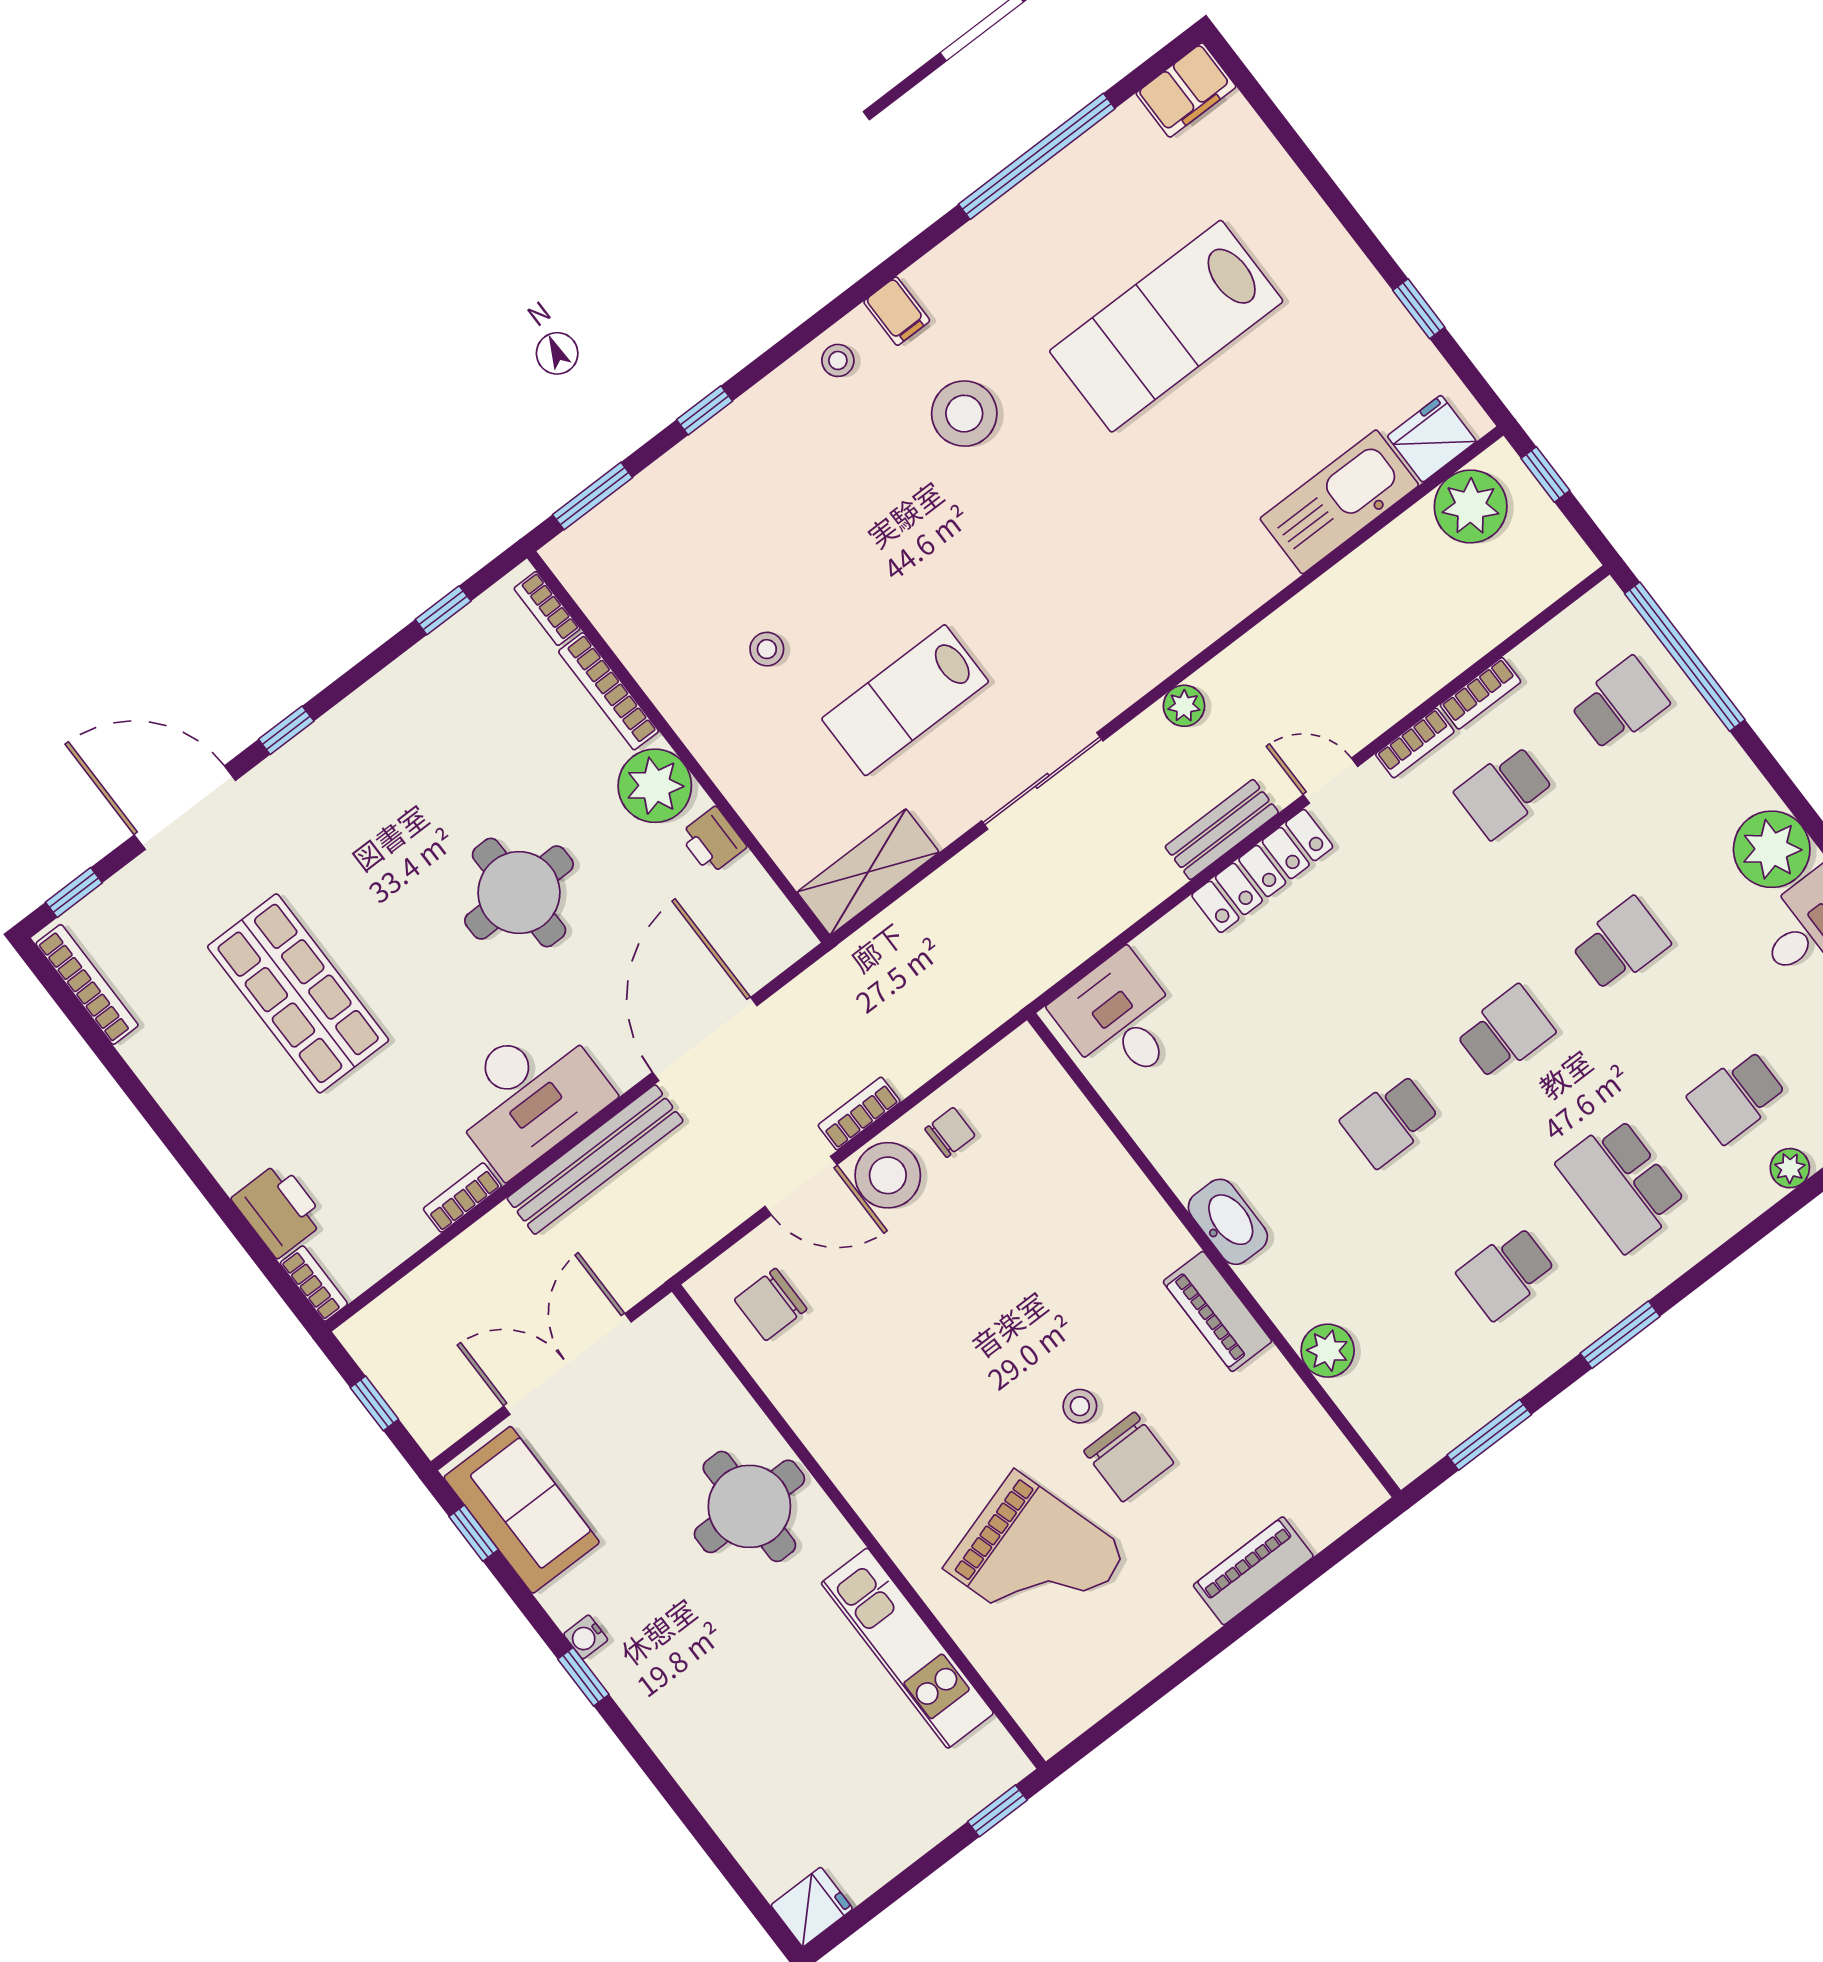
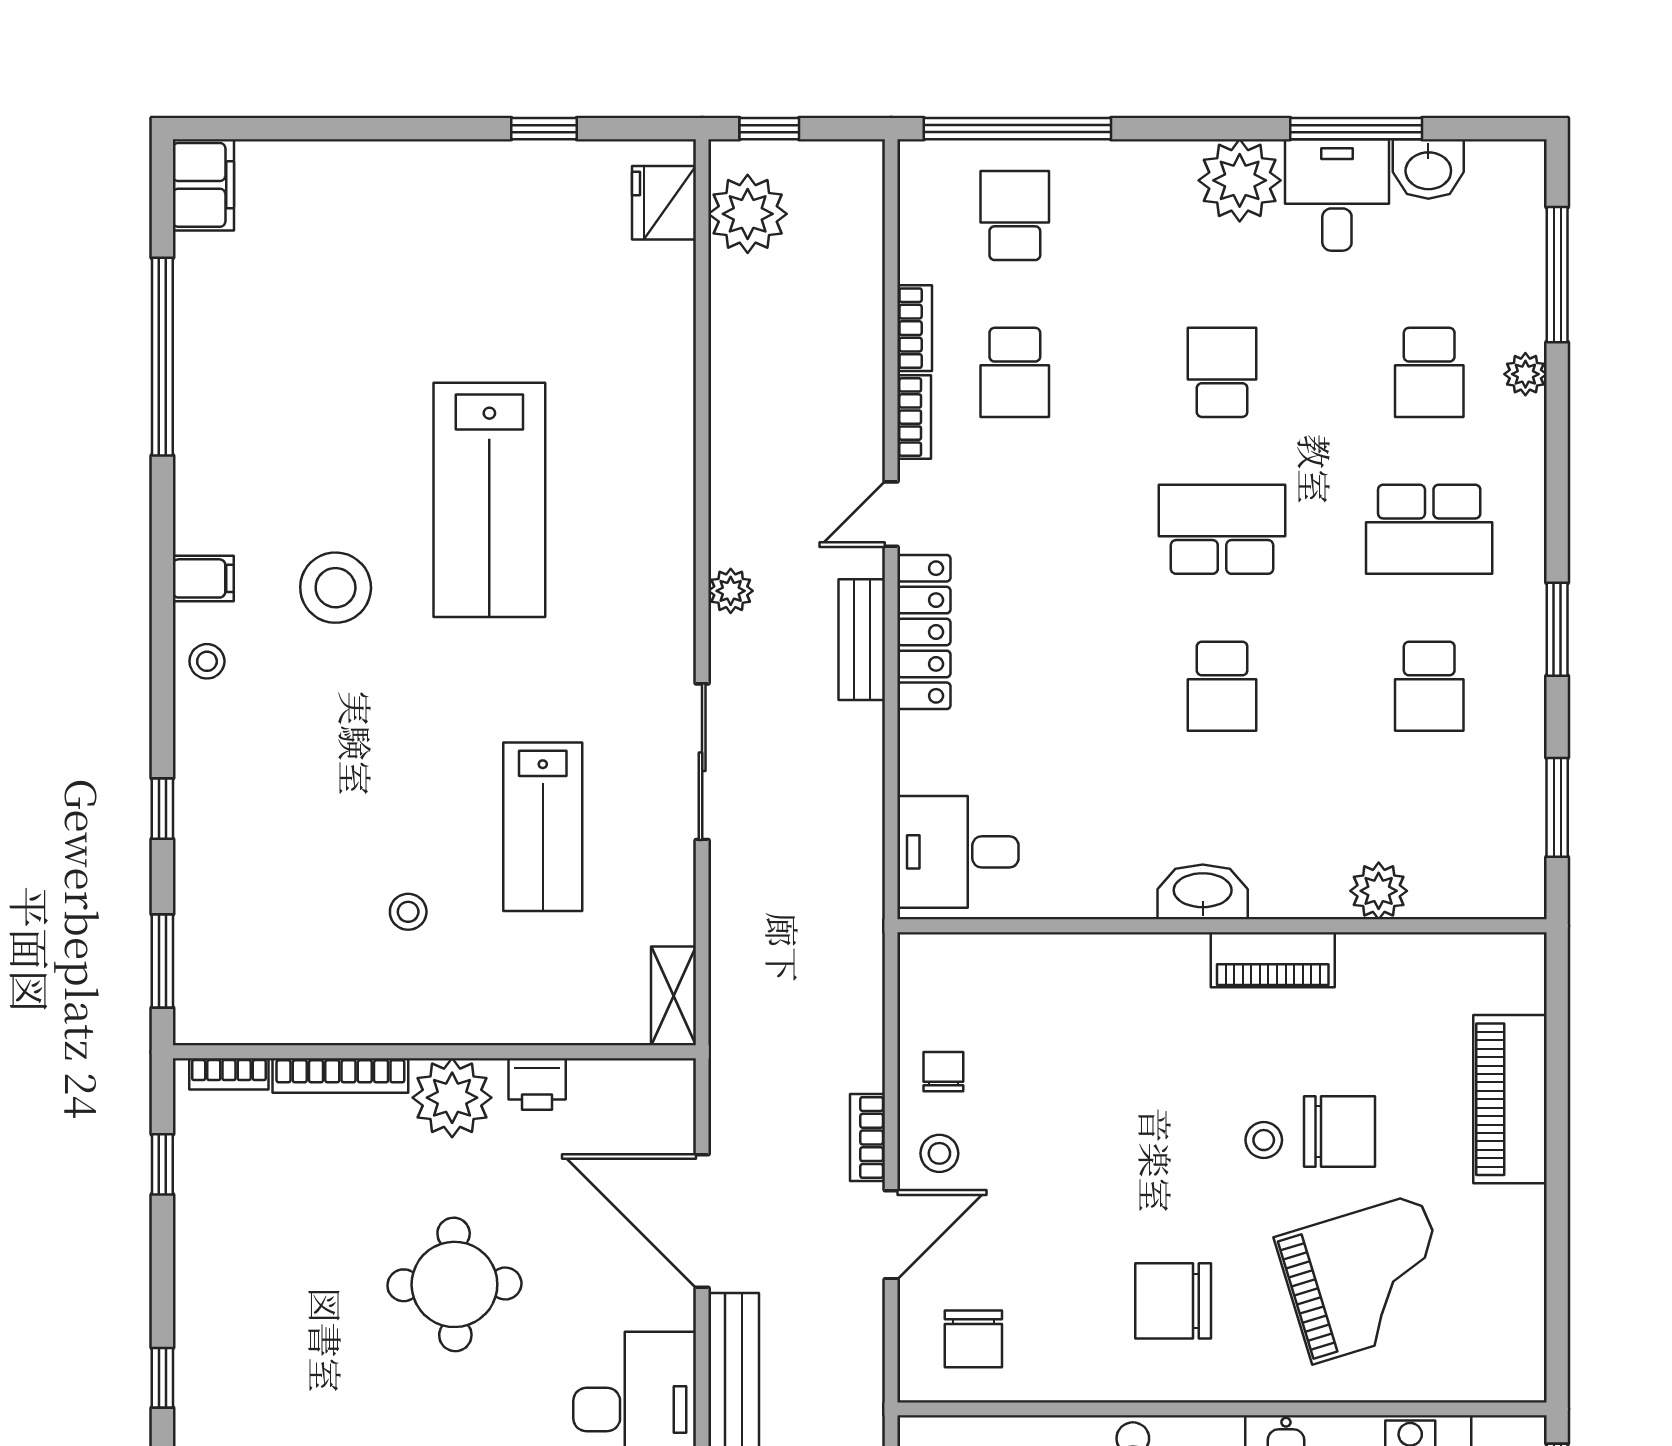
lab bench: (1166, 326) -> (489, 500), moved
kitchen sink: (1339, 502) -> (658, 324), removed
shelving: (868, 872) -> (674, 996), width x0.67, depth x0.75
school desk: (1505, 1032) -> (1222, 529), width x1.85
stool: (888, 1175) -> (939, 1153), width x0.53, depth x0.53
chair: (911, 1430) -> (1173, 1301), added
piano: (1253, 1571) -> (1510, 1099), width x1.37, depth x1.33

